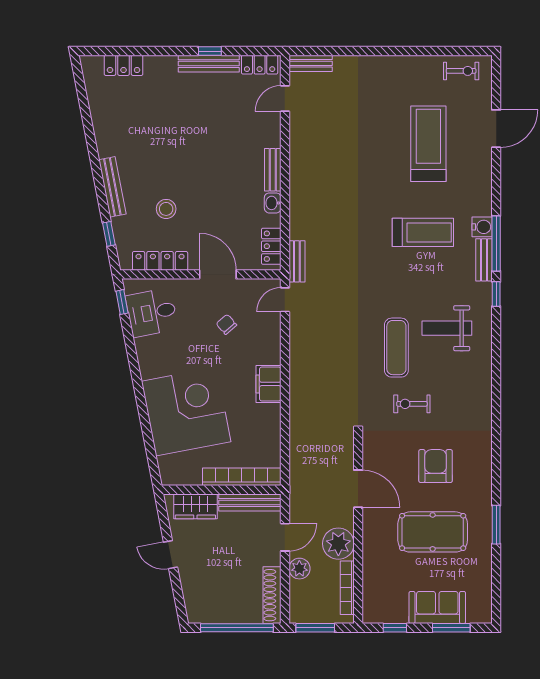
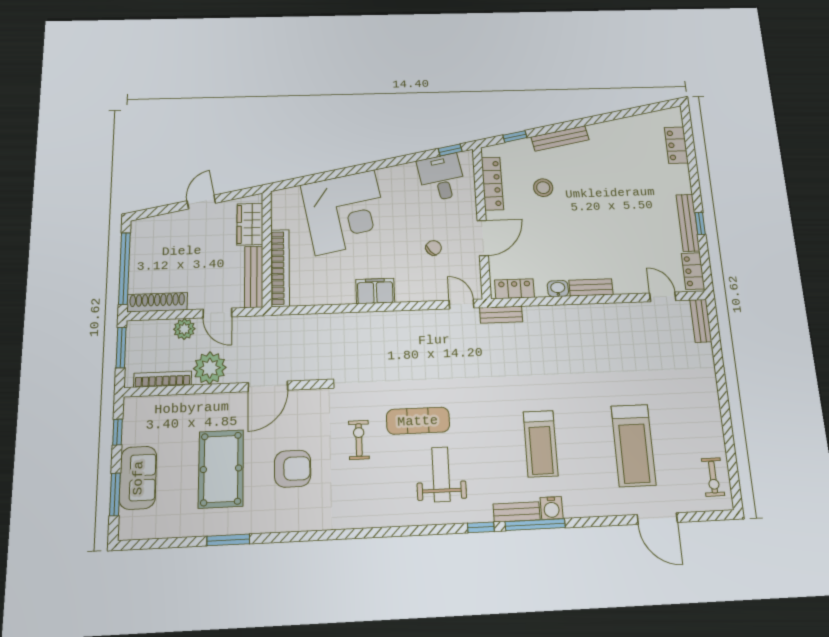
treadmill: (428, 144) -> (633, 445), turned 90

